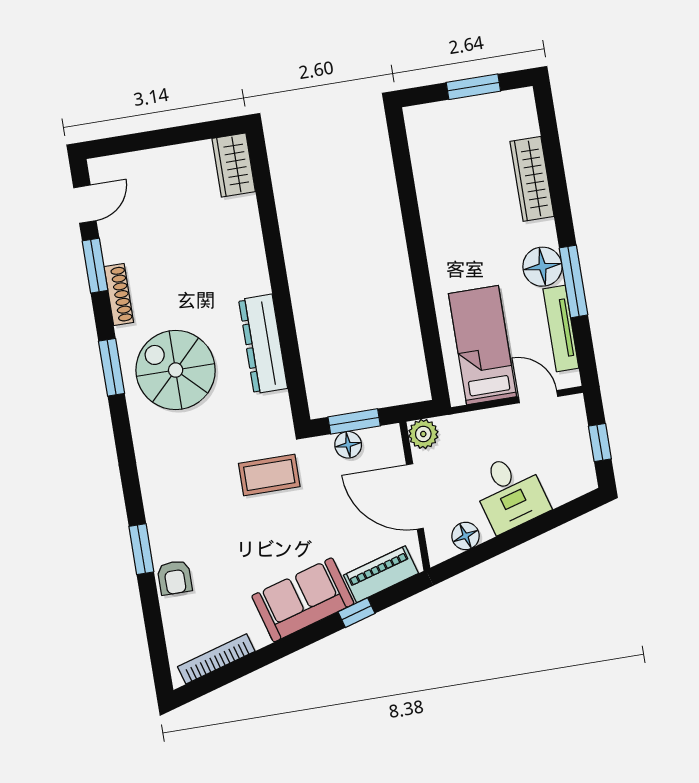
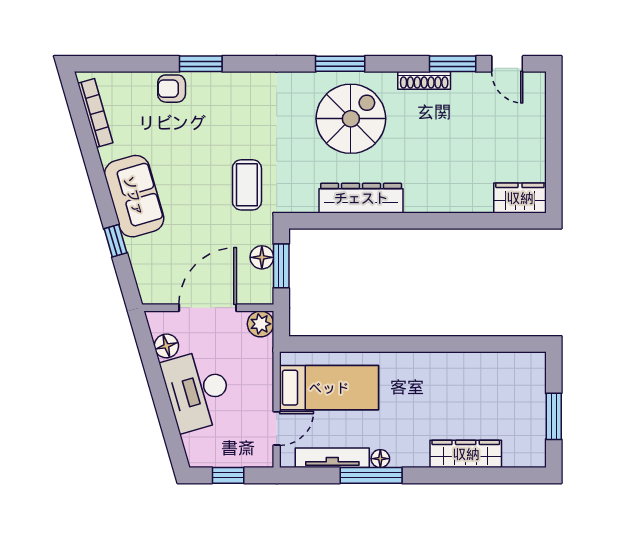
floor lamp: (542, 267) -> (380, 459), width x0.53, depth x0.53
window: (112, 367) -> (340, 64), moved
desk: (510, 493) -> (197, 391), width x1.37
piano: (381, 574) -> (145, 267), removed

